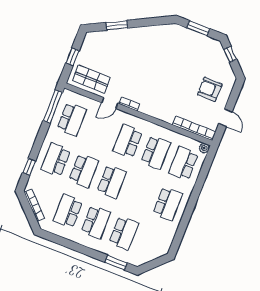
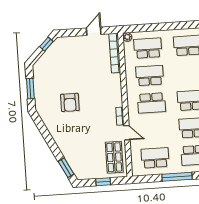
window: (117, 25) -> (66, 168), moved
window: (230, 54) -> (46, 44), moved
armchair: (210, 89) -> (70, 102), moved
window: (53, 106) -> (177, 177), moved
school desk: (184, 163) -> (148, 48), turned 180

